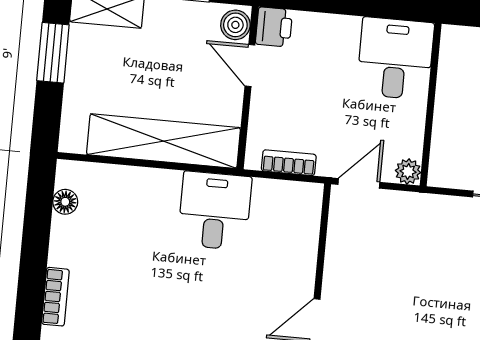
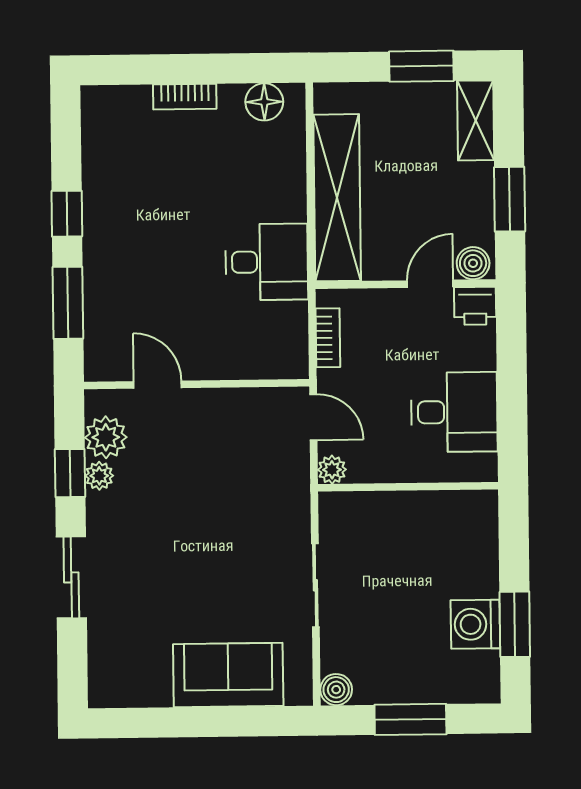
desk: (395, 58) -> (454, 412), moved
floor lamp: (65, 202) -> (264, 102), width x1.37, depth x1.37
bookcase: (55, 297) -> (185, 97), moved

